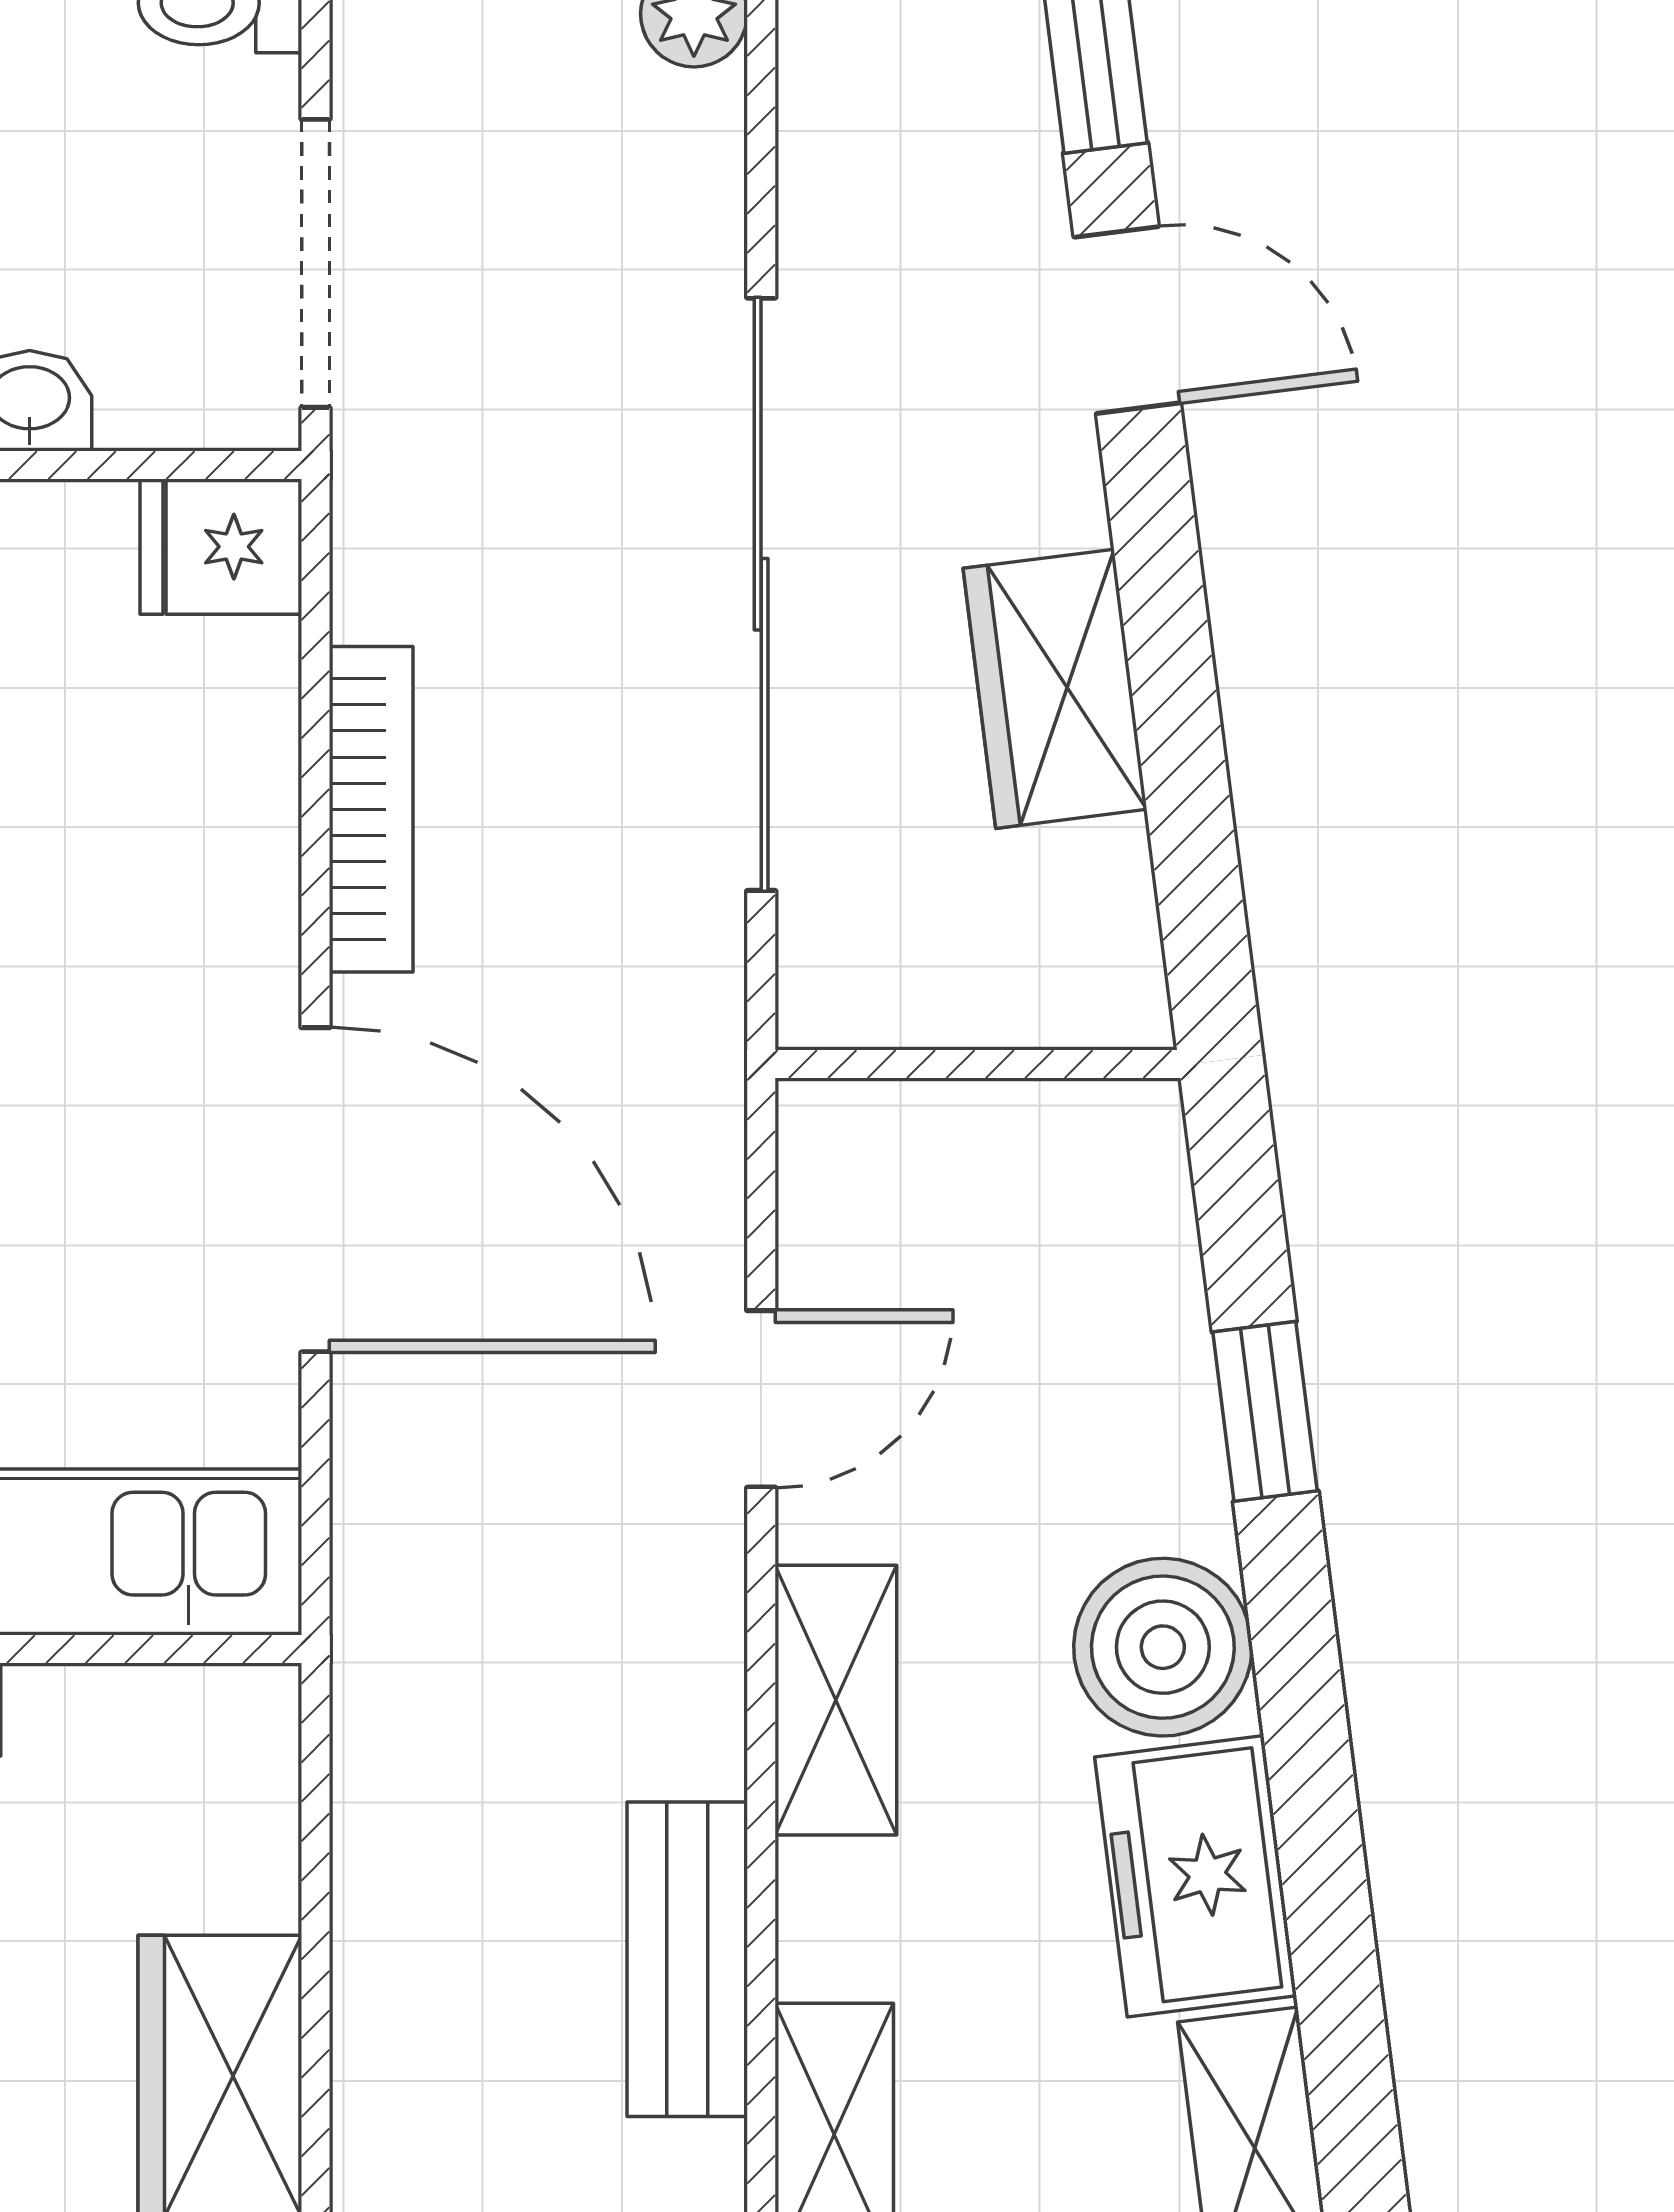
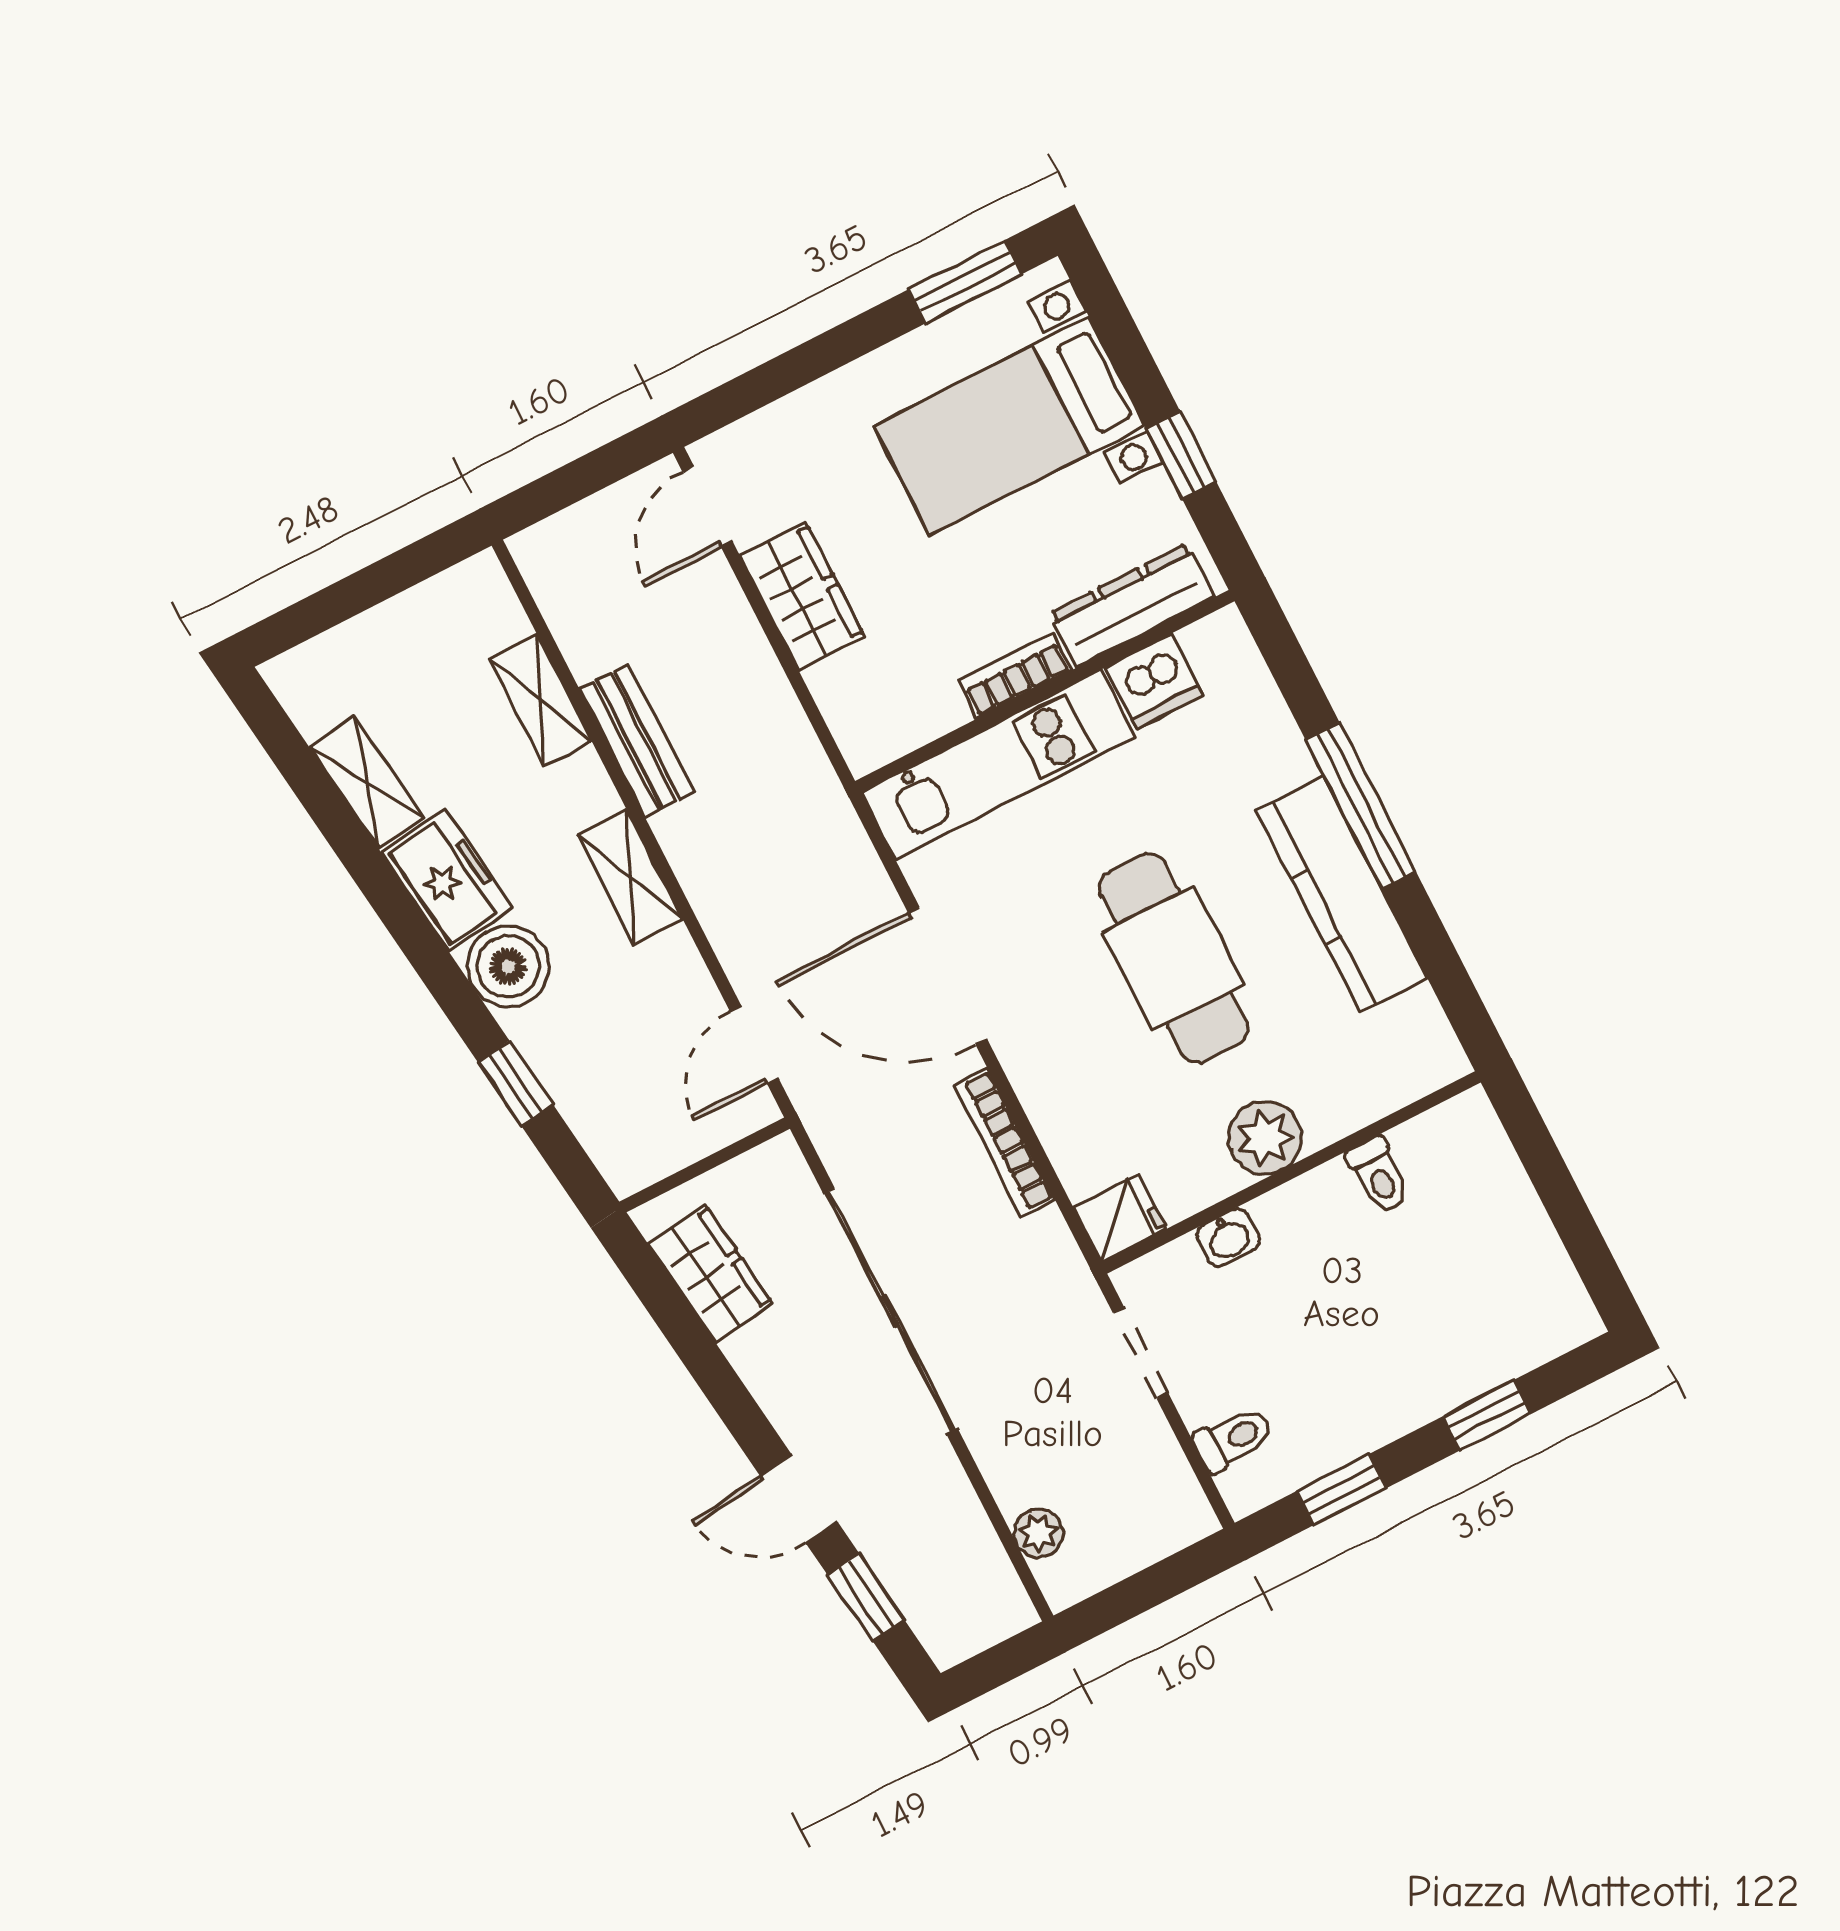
doorway: (315, 263) -> (1140, 1353), width x0.73
wardrobe: (1055, 689) -> (710, 1274), moved
door: (761, 1399) -> (754, 1045), moved

